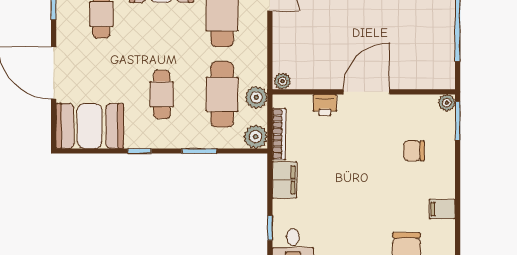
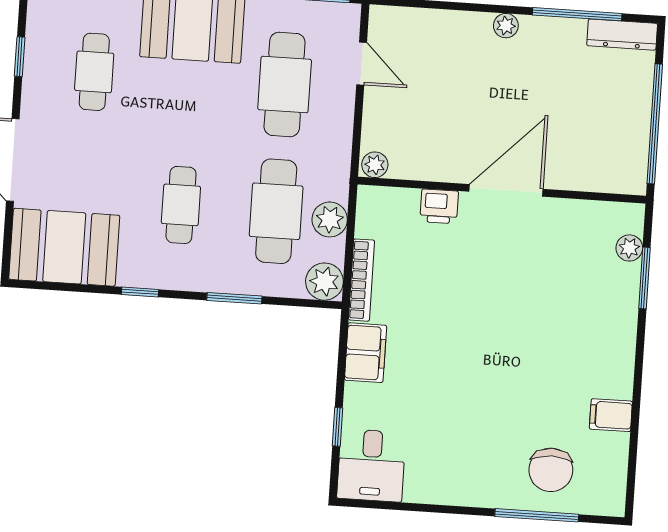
plant: (283, 81) -> (375, 165), moved
wall: (364, 92) -> (502, 190), moved
door: (366, 92) -> (506, 190), moved
printer: (325, 105) -> (439, 206), moved
chair: (414, 151) -> (573, 320), removed

